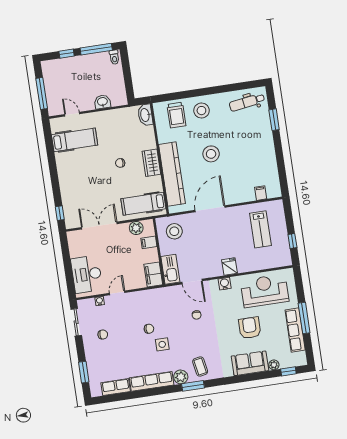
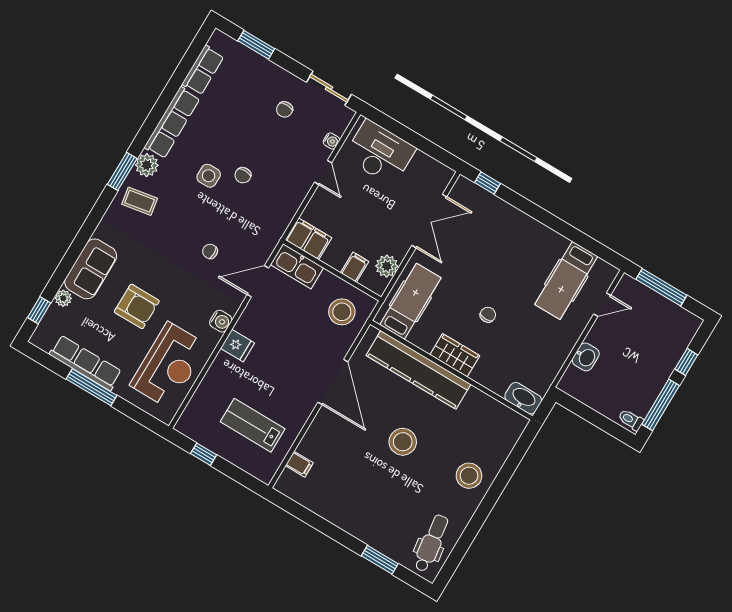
trolley: (176, 115) -> (490, 438), removed

